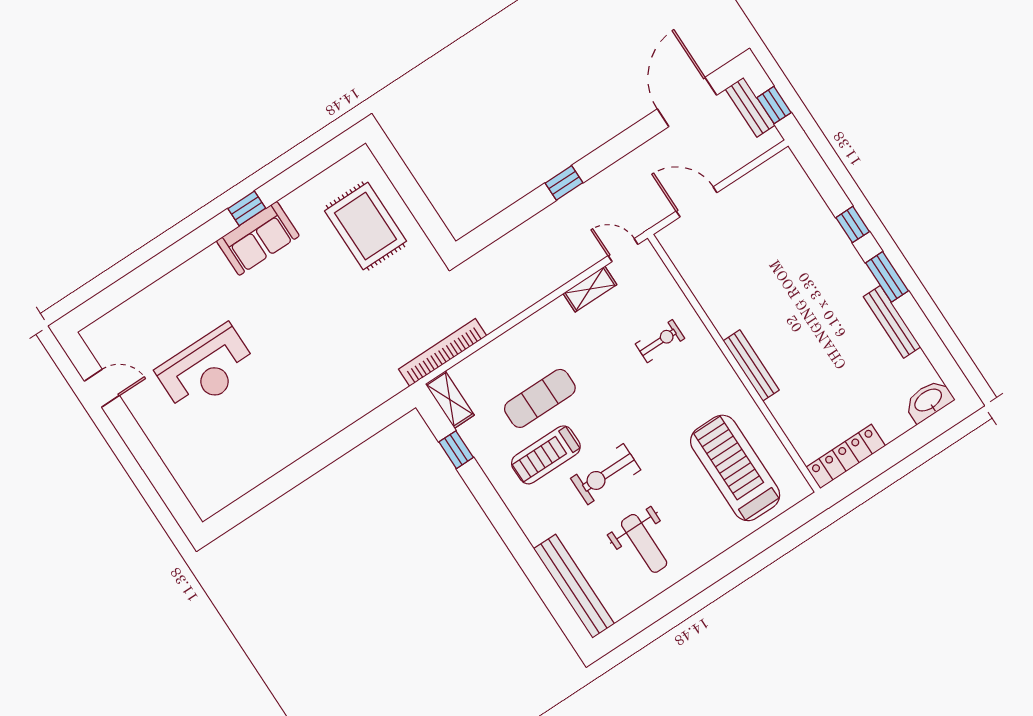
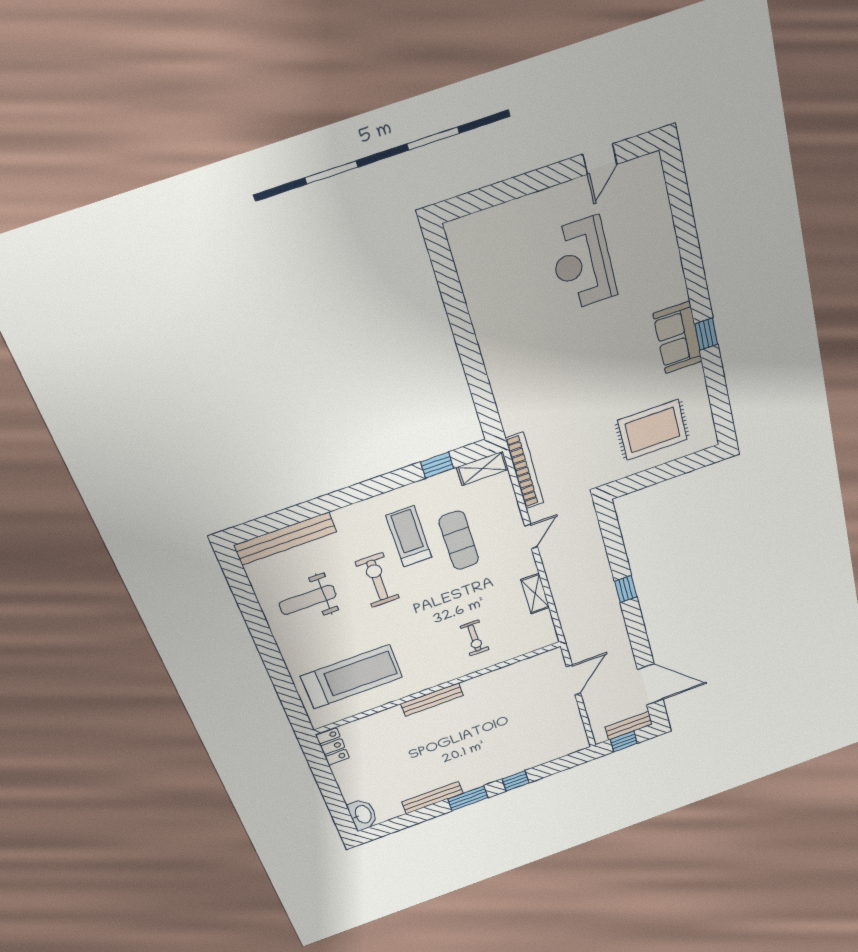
door: (623, 250) -> (531, 536), moved
locker: (846, 456) -> (333, 747), width x0.66

